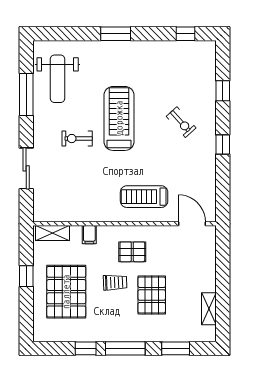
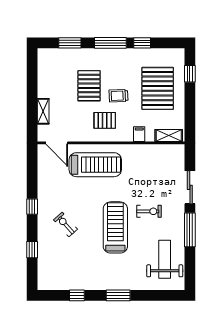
window: (186, 34) -> (77, 295), moved
window: (26, 95) -> (190, 230), moved
treadmill: (119, 118) -> (115, 227), turned 180
treadmill: (144, 197) -> (95, 165), width x1.37, depth x1.38
window: (26, 276) -> (190, 74), moved
shelving: (209, 309) -> (43, 111), moved

